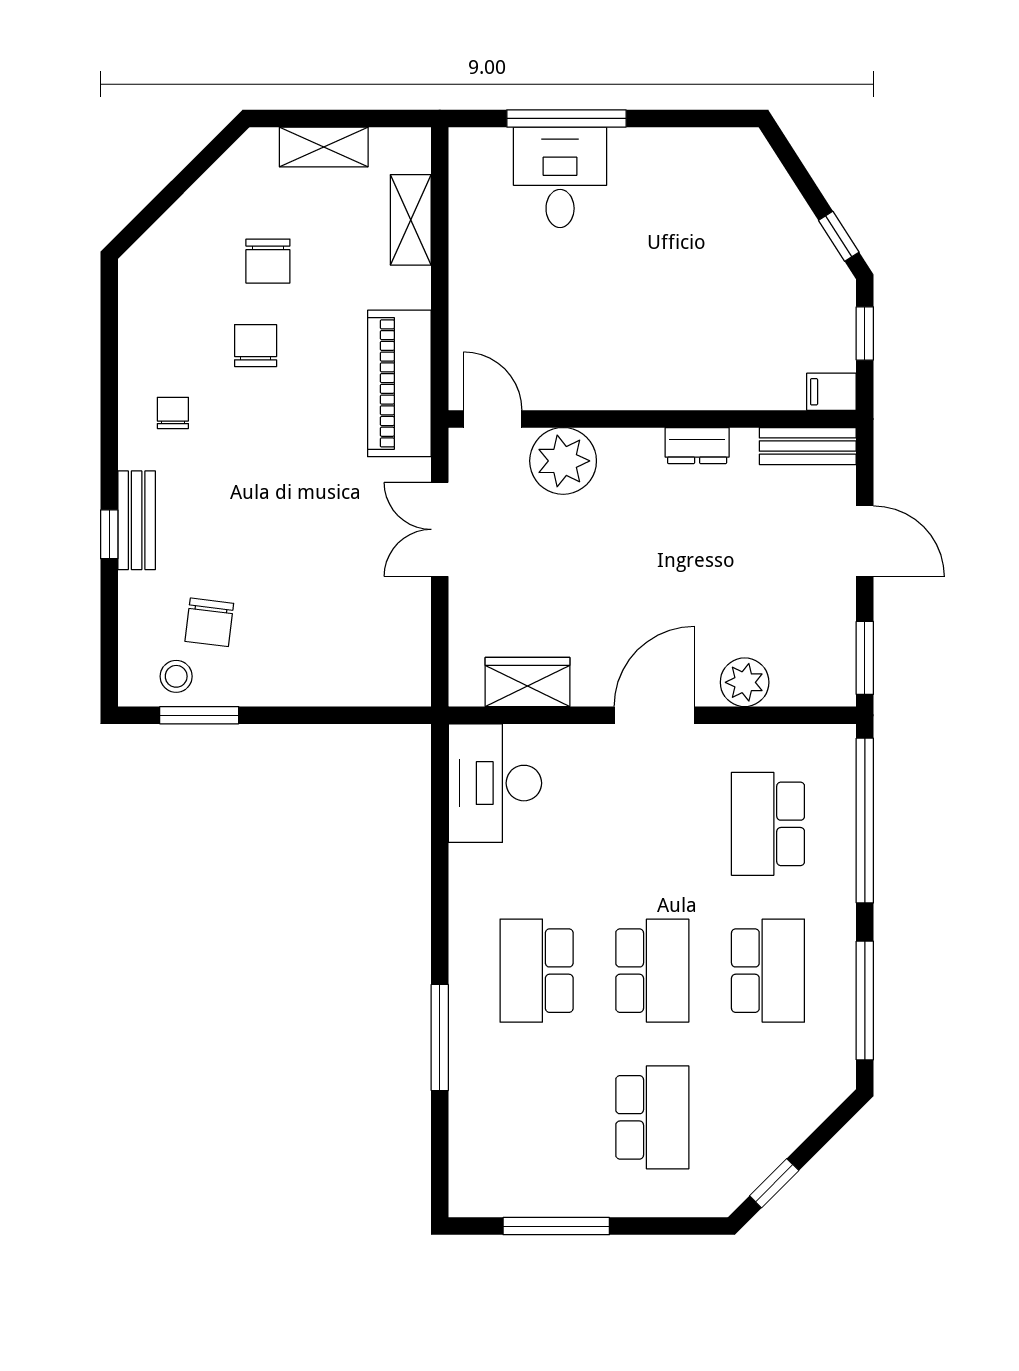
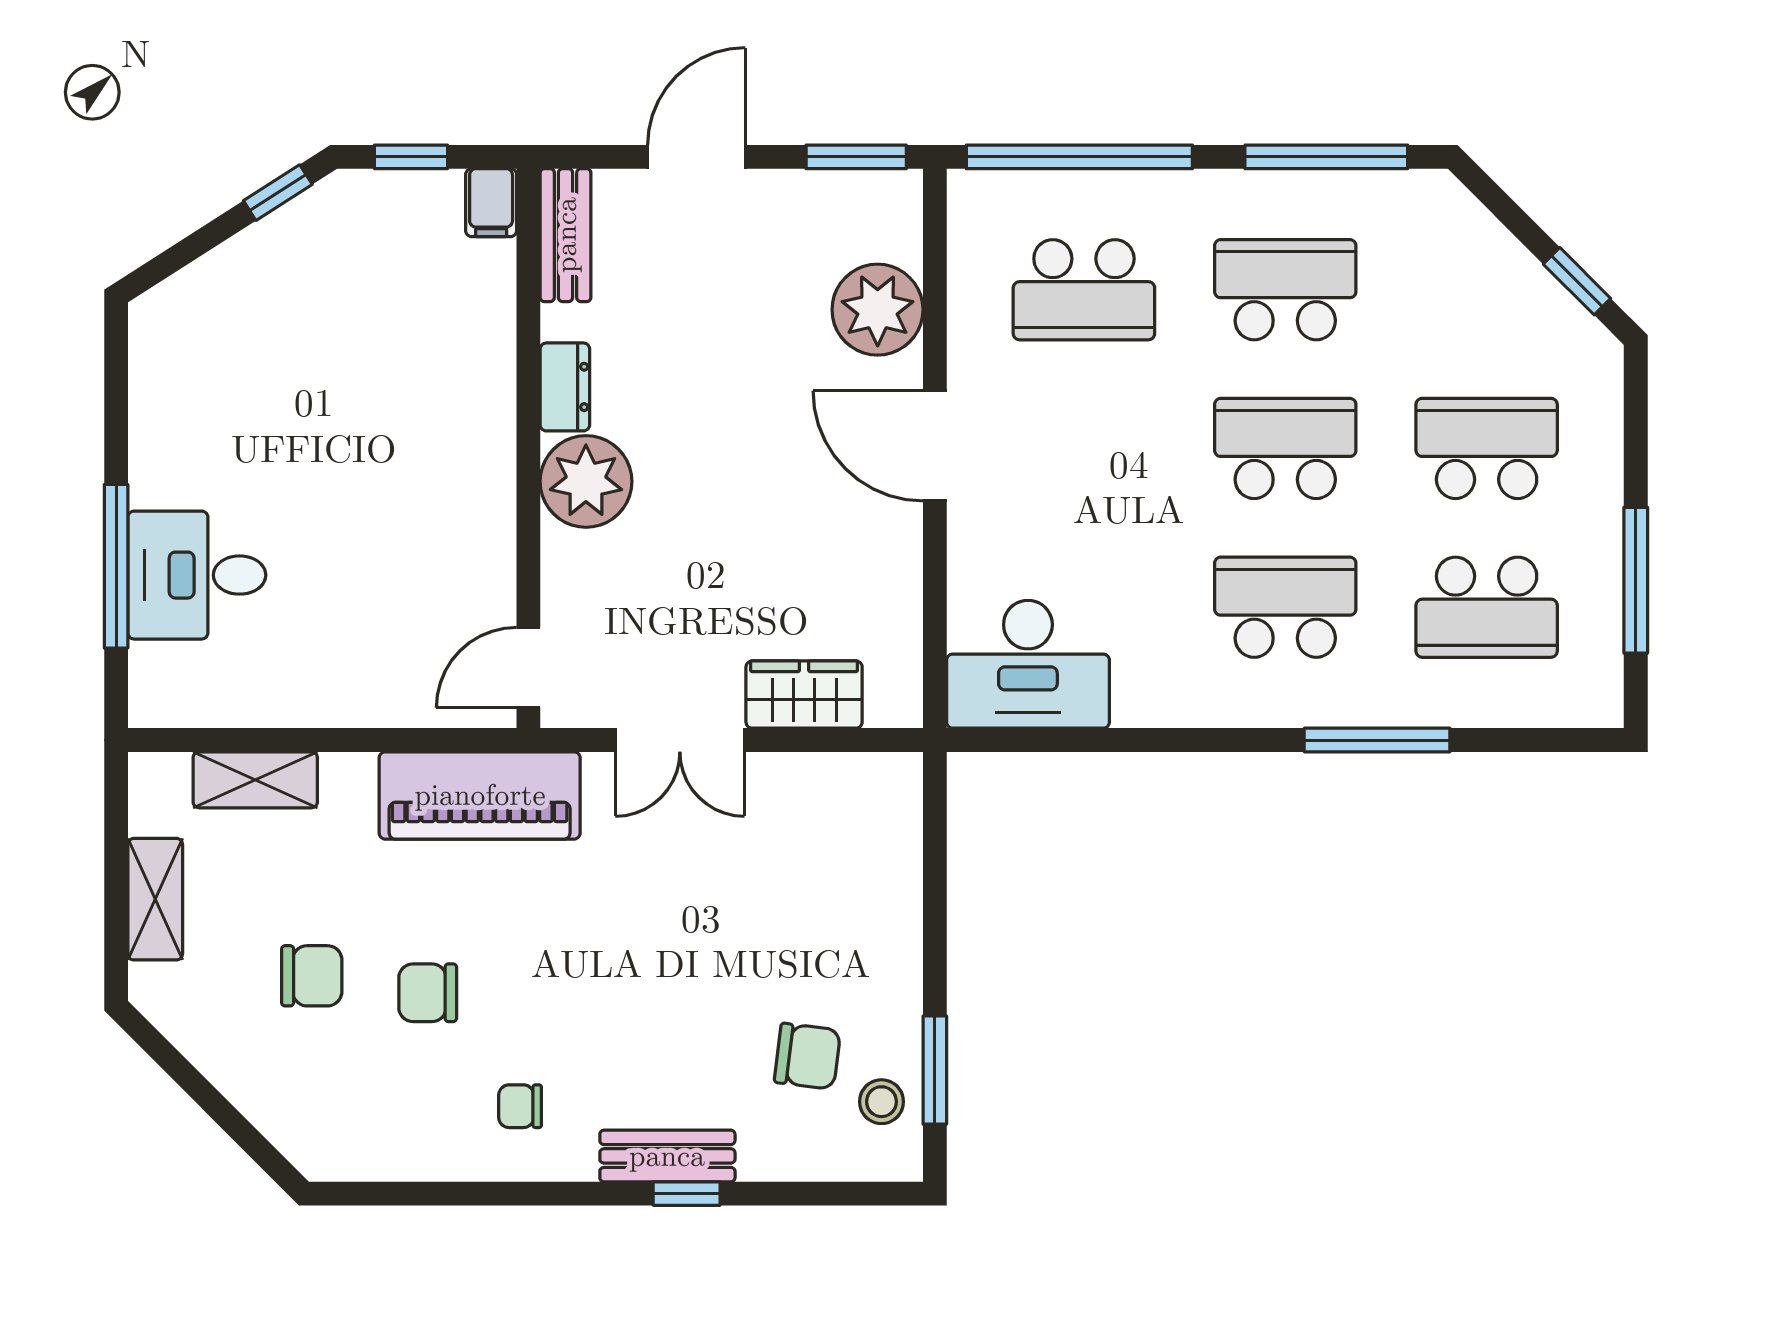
plant: (563, 461) -> (586, 481), moved
wardrobe: (528, 682) -> (804, 695), moved, turned 90
plant: (745, 682) -> (878, 310), width x1.36, depth x1.36
school desk: (537, 971) -> (1285, 607), turned 180
school desk: (537, 1117) -> (1487, 607), added

